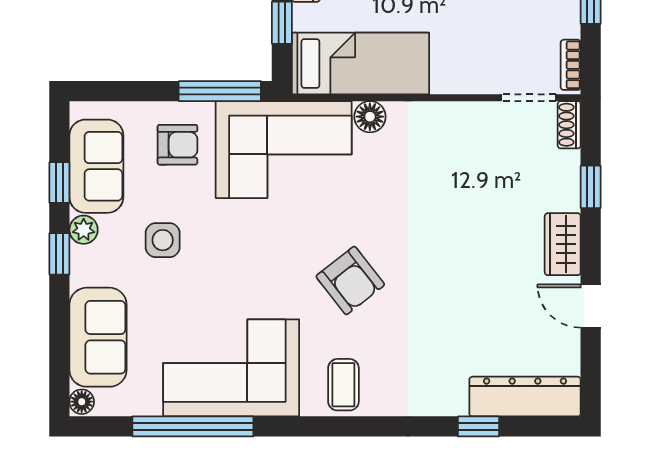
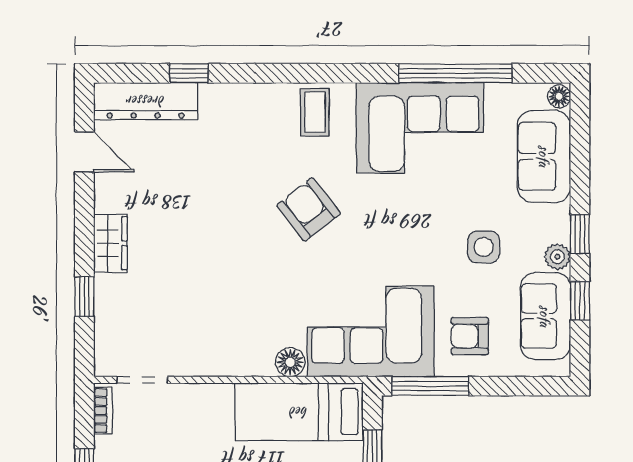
shoe rack: (569, 125) -> (104, 355), removed
door: (591, 306) -> (84, 152), moved

